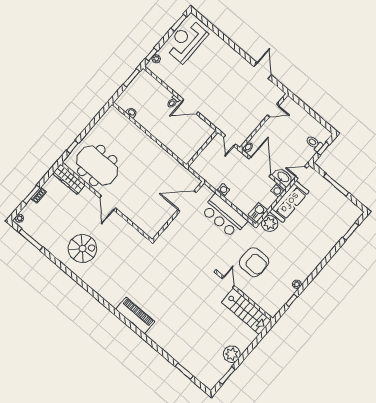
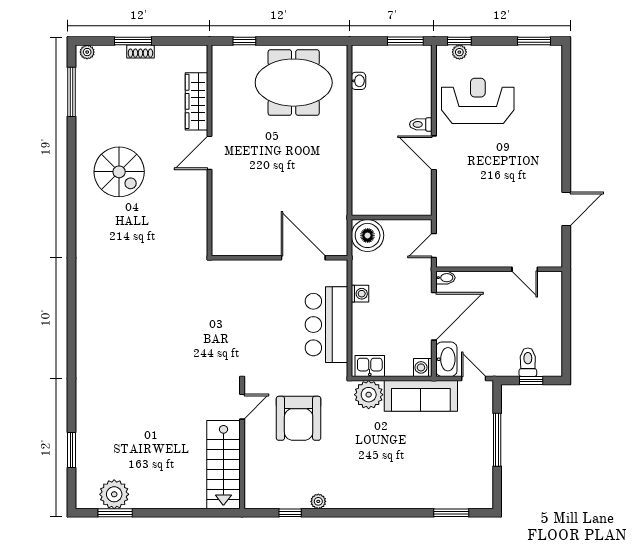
reception desk: (186, 41) -> (478, 101), moved
boiler: (201, 165) -> (368, 235), added
meeting table: (97, 166) -> (294, 83), moved, turned 90
wardrobe: (69, 179) -> (196, 101), moved
piano: (135, 315) -> (90, 320), removed
plant: (232, 354) -> (114, 494), moved

